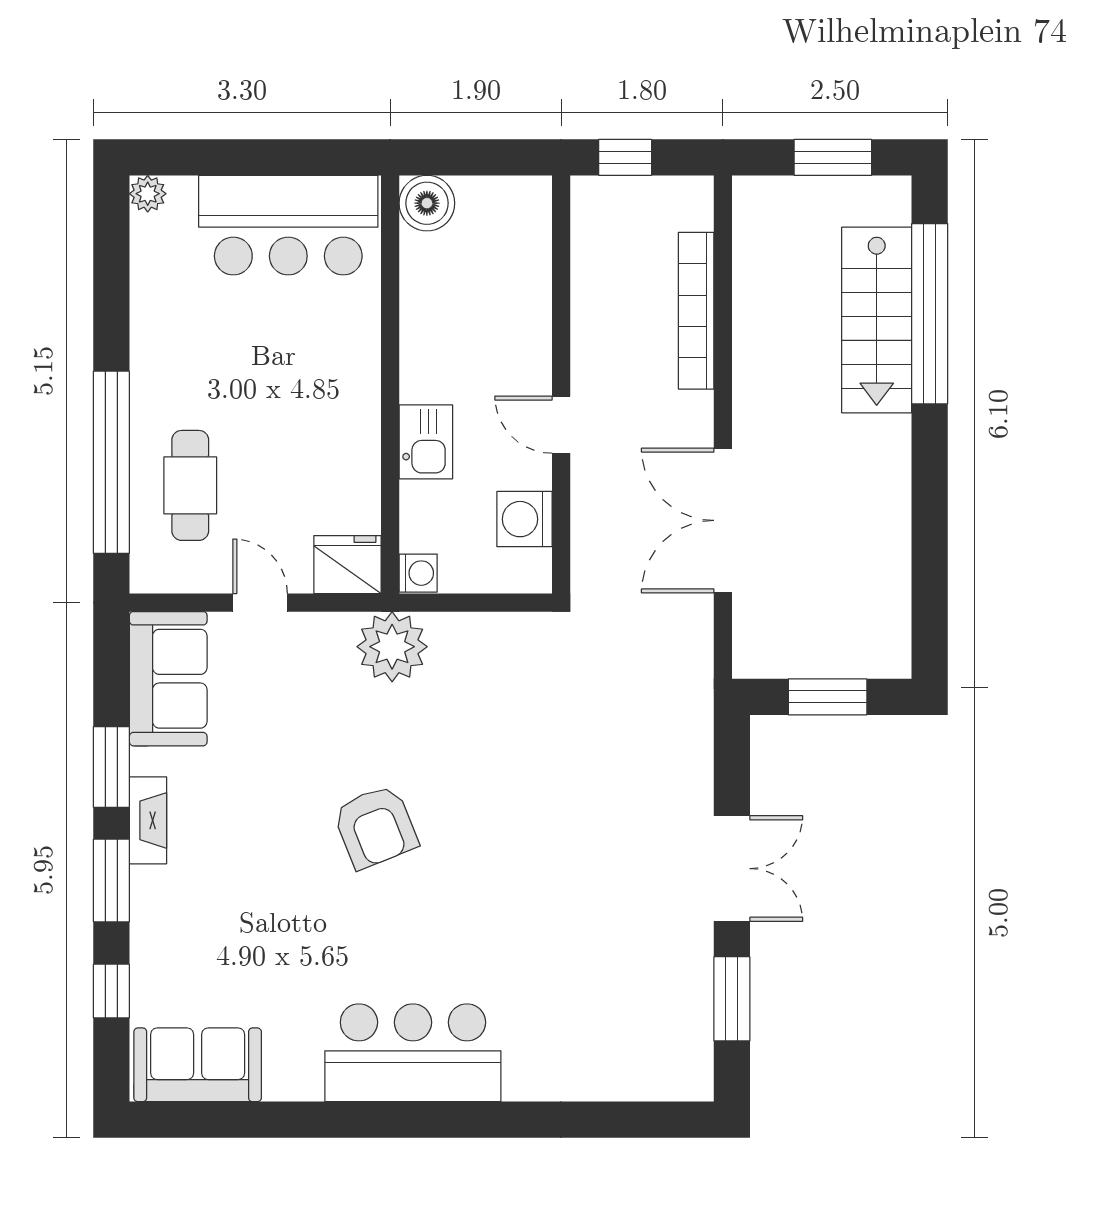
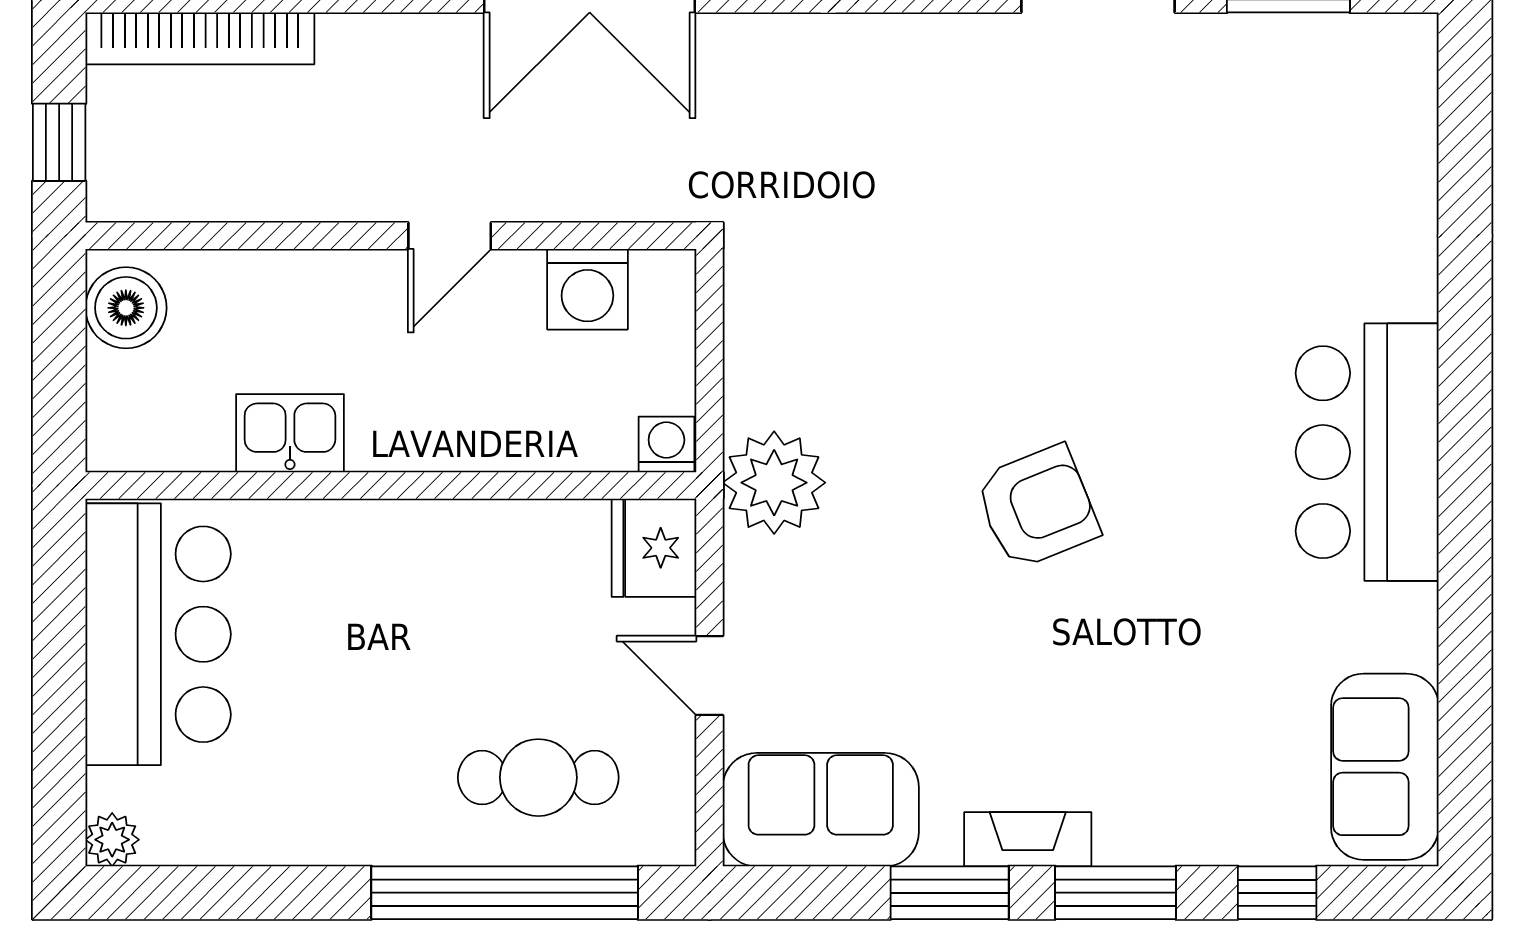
boiler: (427, 203) -> (126, 308), moved
bookcase: (696, 311) -> (200, 38), moved
kitchen sink: (426, 442) -> (290, 433), moved
door: (260, 603) -> (709, 676), hinge flipped

